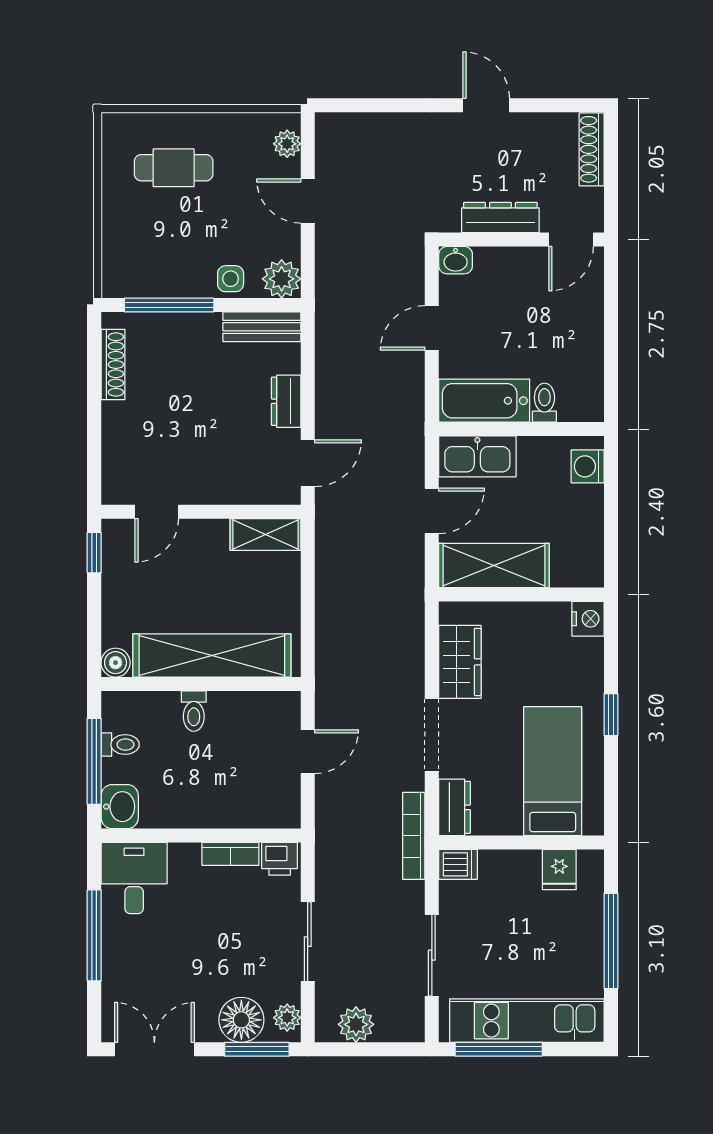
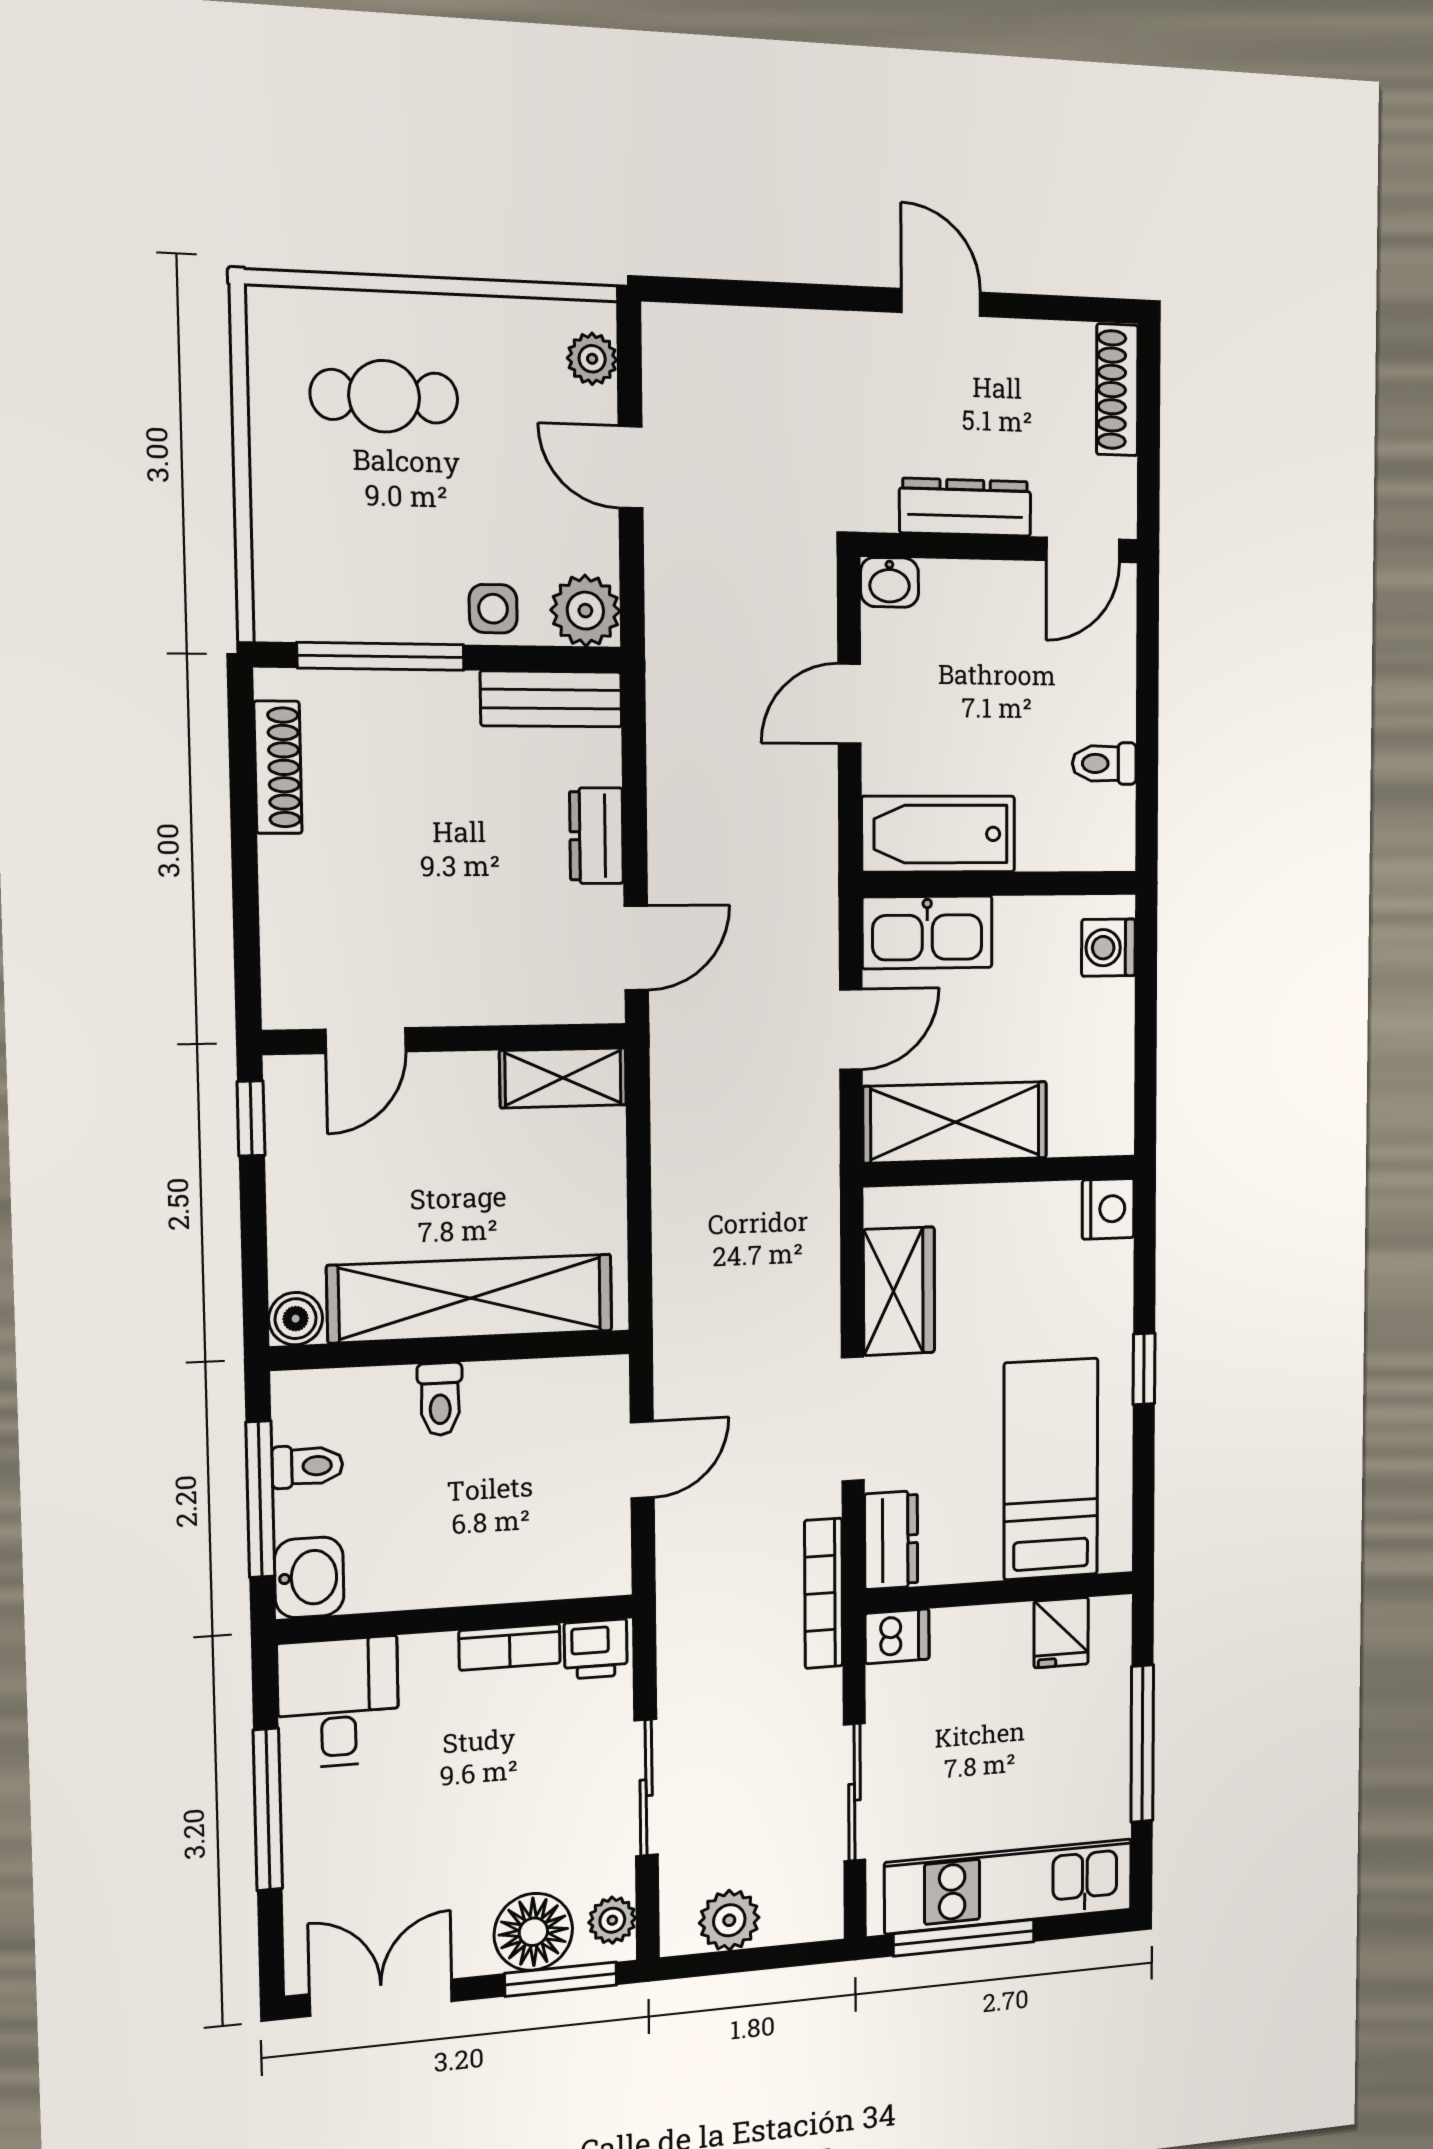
toilet: (544, 403) -> (1104, 763), moved, turned -90

